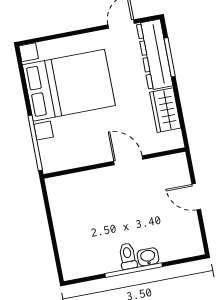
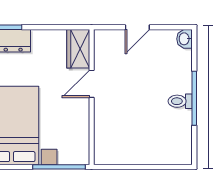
wardrobe: (165, 110) -> (78, 49), moved, turned 90
washbasin: (148, 257) -> (185, 39), moved

